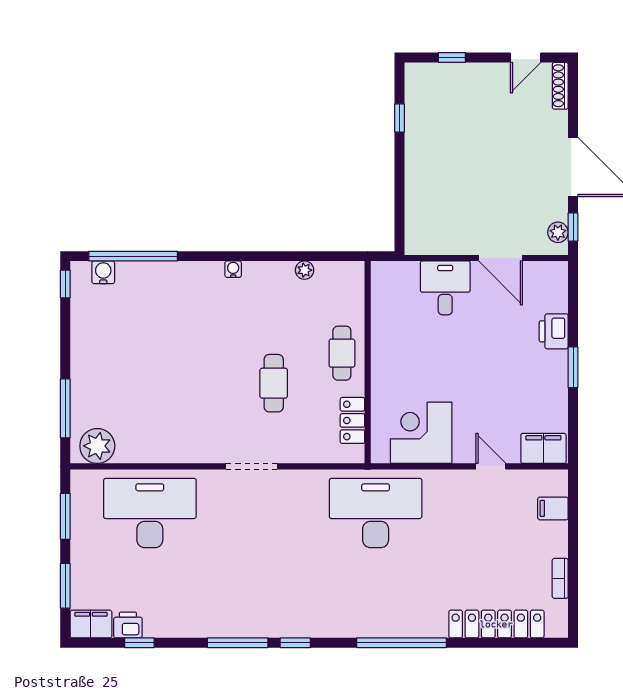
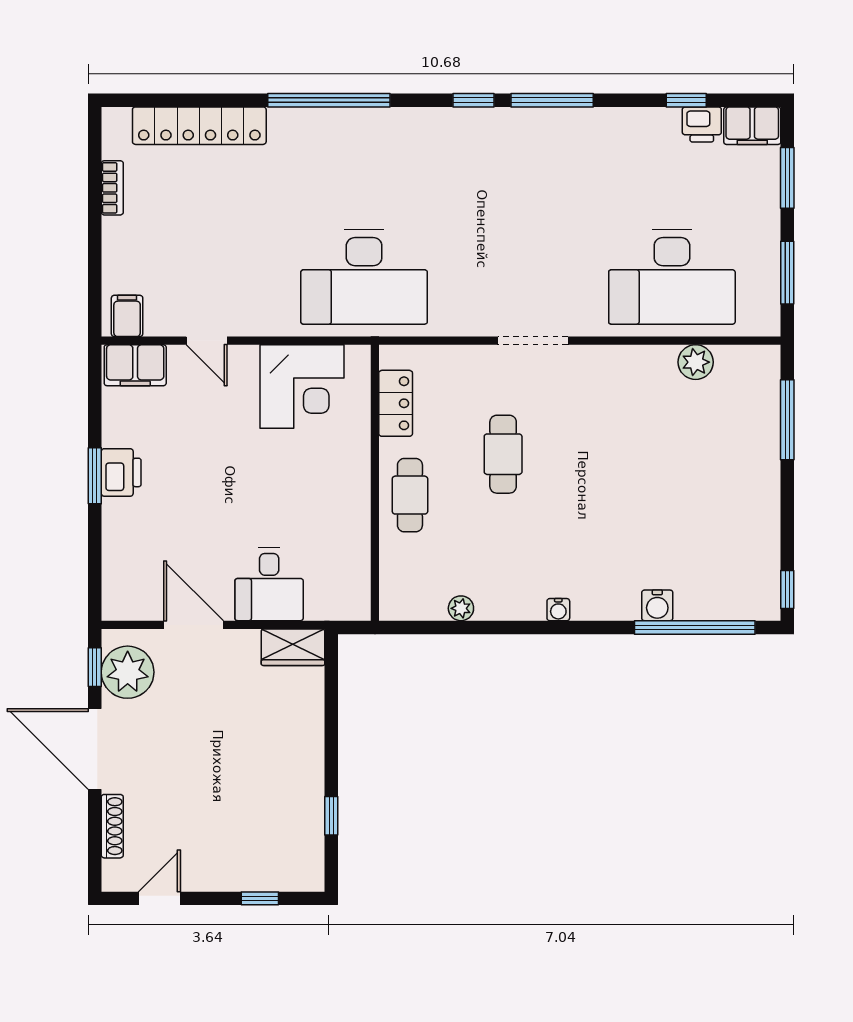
shoe rack: (560, 86) -> (112, 826), moved
plant: (558, 232) -> (128, 672), width x1.88, depth x1.88
wardrobe: (428, 242) -> (293, 647), added
water cooler: (103, 272) -> (657, 605), moved
printer: (554, 331) -> (121, 472), moved
plant: (97, 446) -> (696, 362), moved, width x0.73, depth x0.73
filing cabinet: (553, 508) -> (127, 316), moved, turned -90

